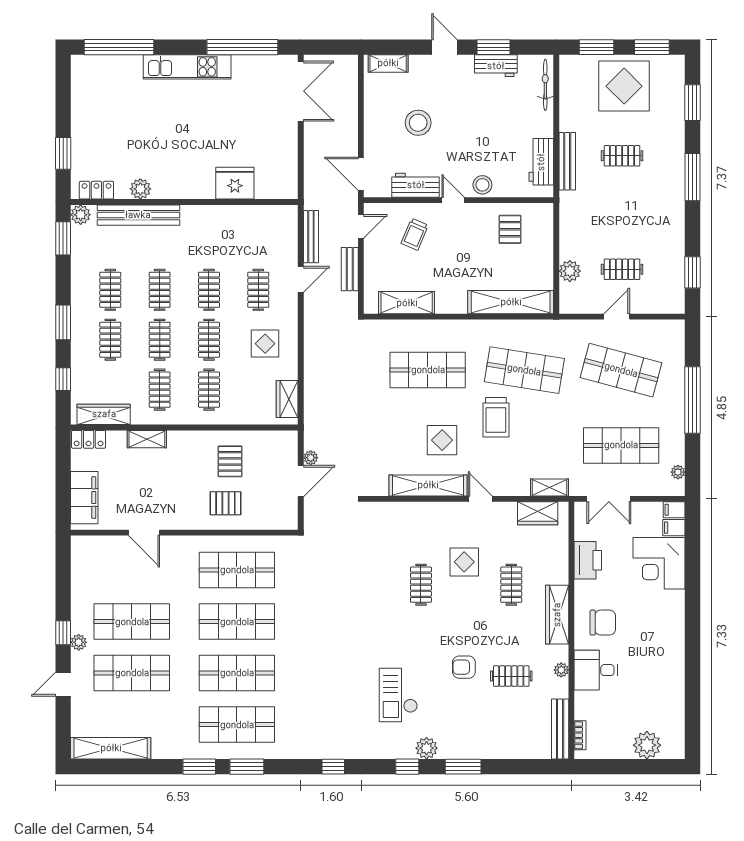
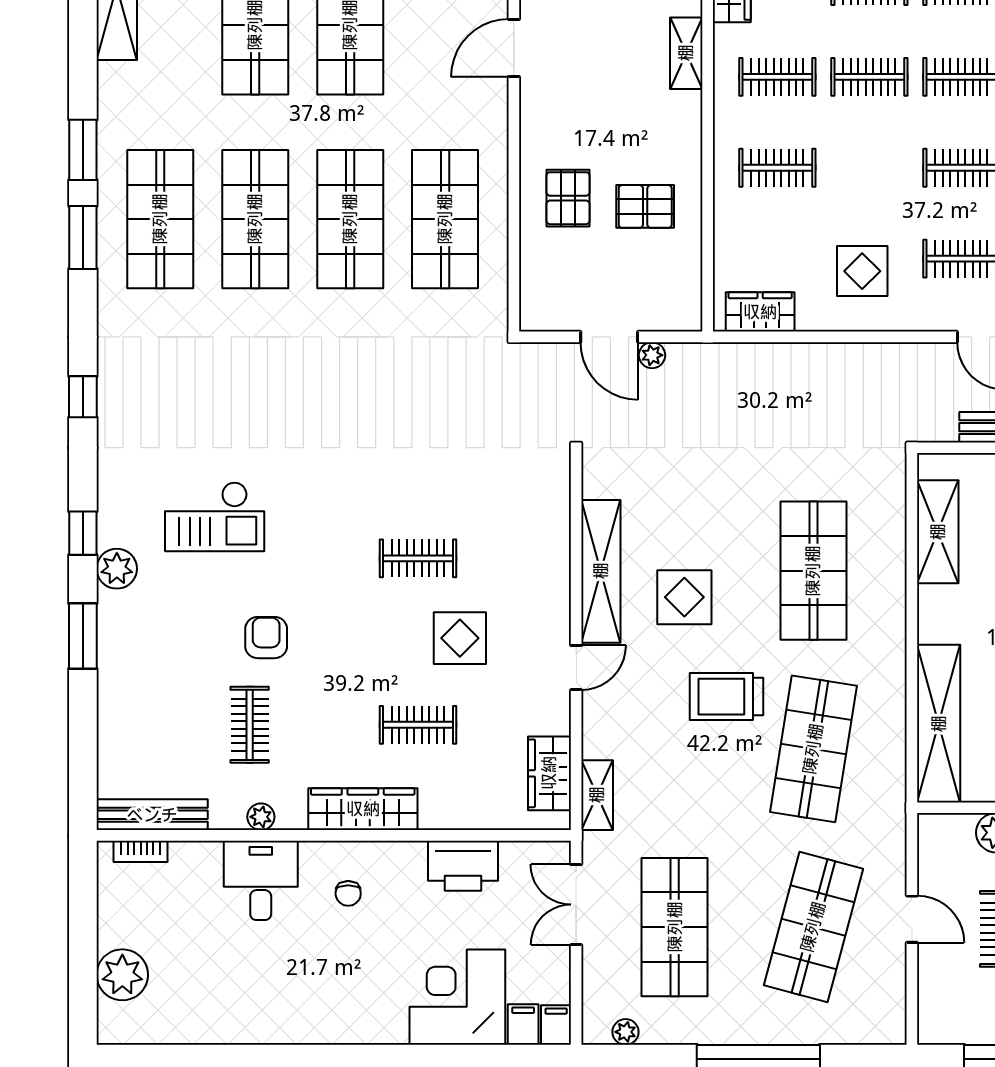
clothes rail: (209, 340) -> (869, 168), removed
chair: (603, 623) -> (348, 893), width x0.54, depth x0.54
checkout: (398, 695) -> (215, 517), turned 180

